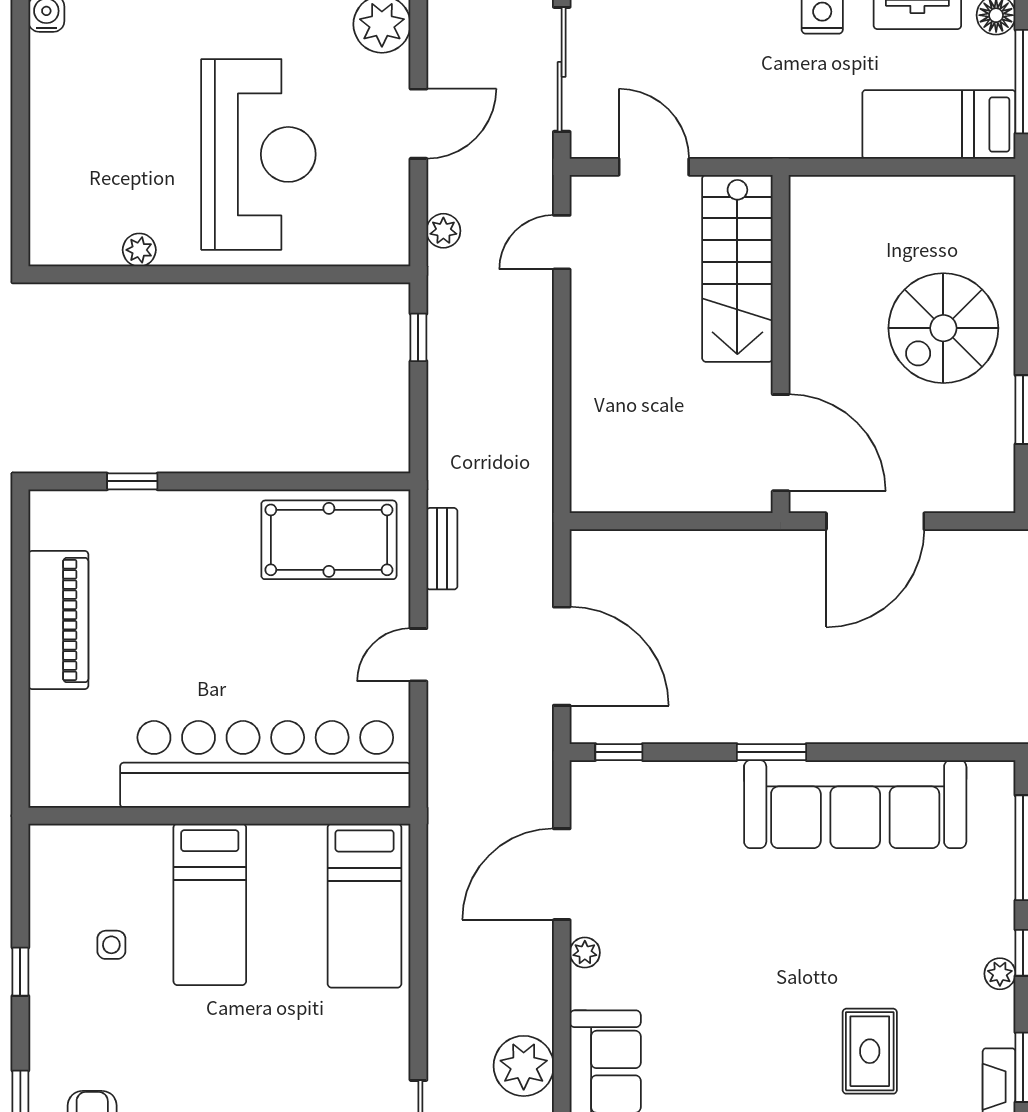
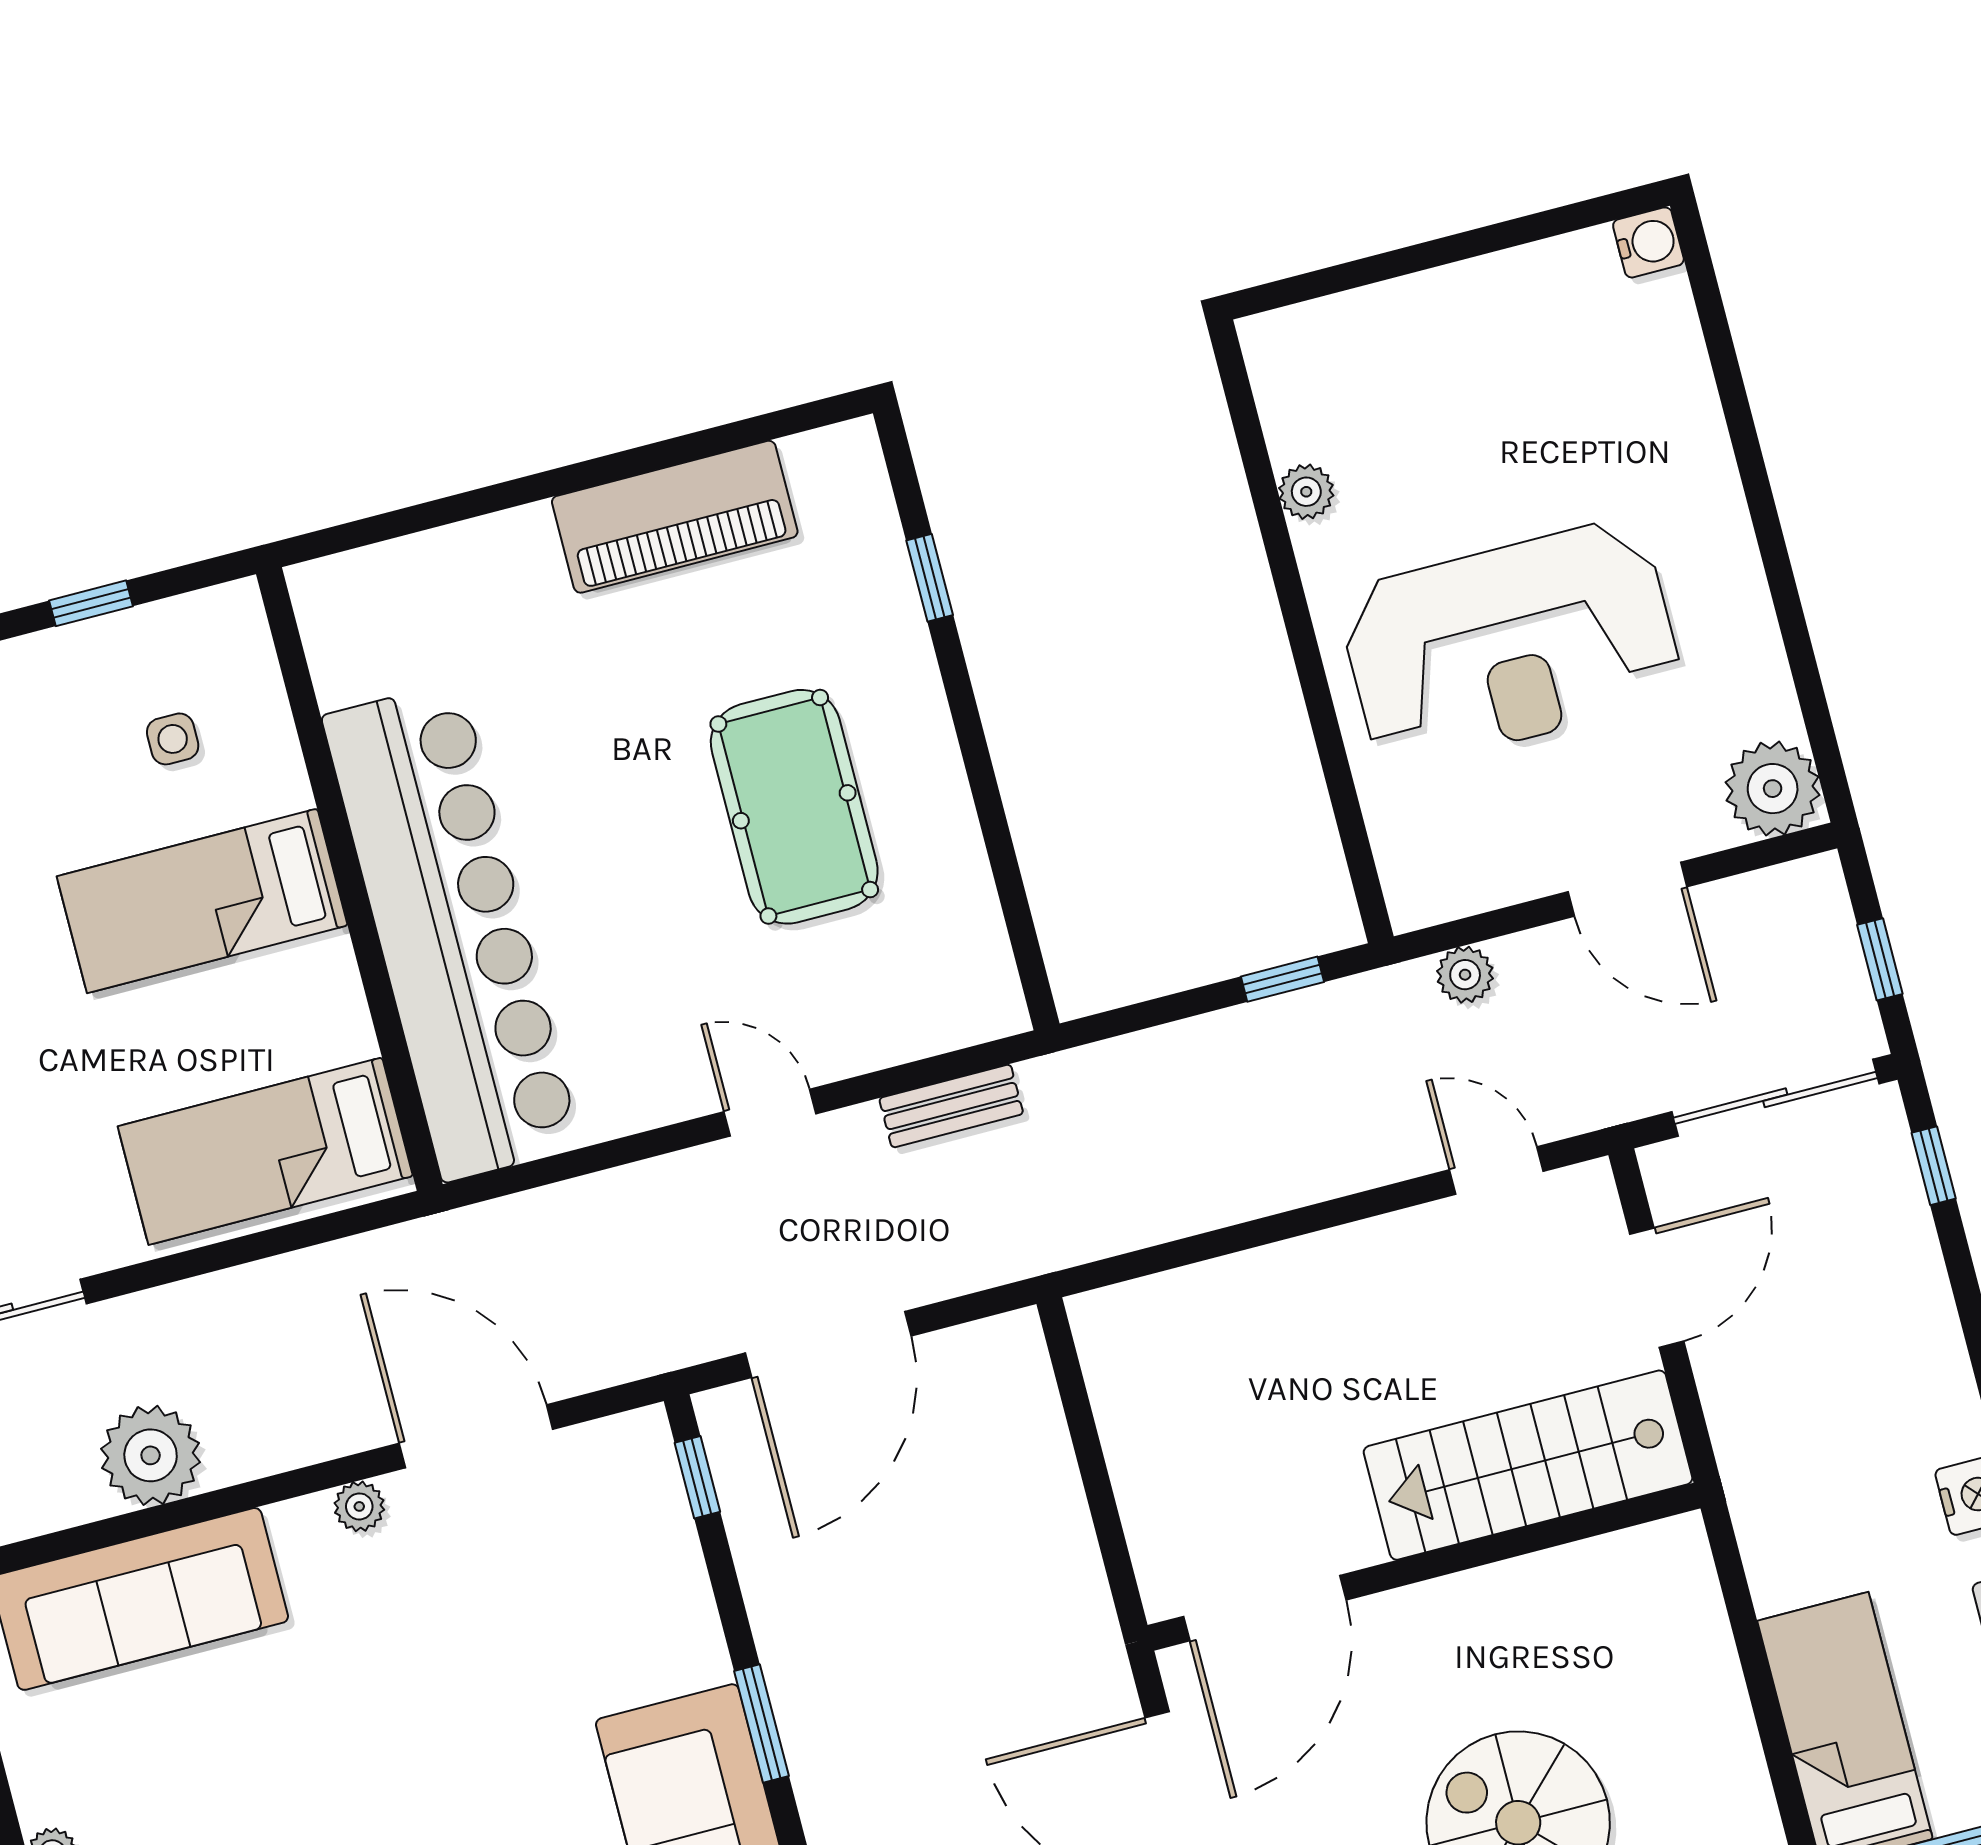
pool table: (329, 540) -> (794, 807), moved
bar counter: (265, 764) -> (452, 932), moved
wall: (219, 816) -> (349, 879), moved
bed: (210, 904) -> (202, 901), moved
bed: (364, 906) -> (265, 1151), moved

